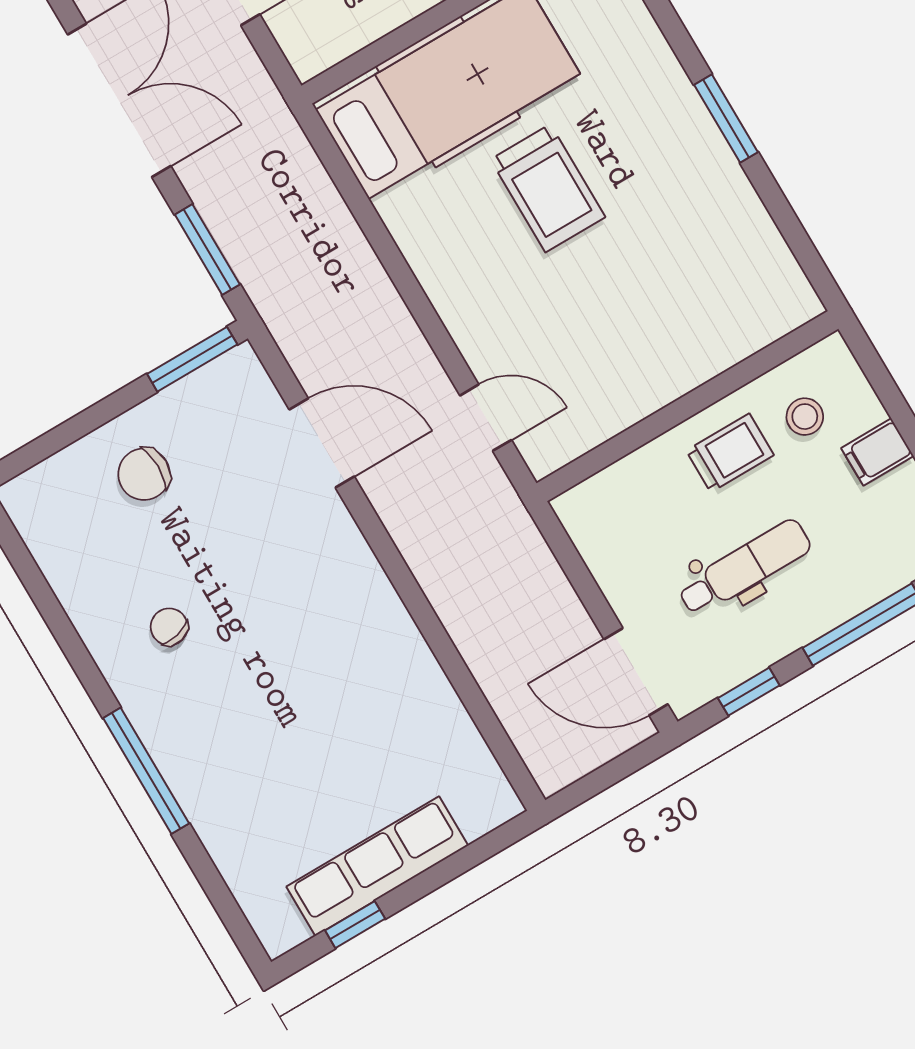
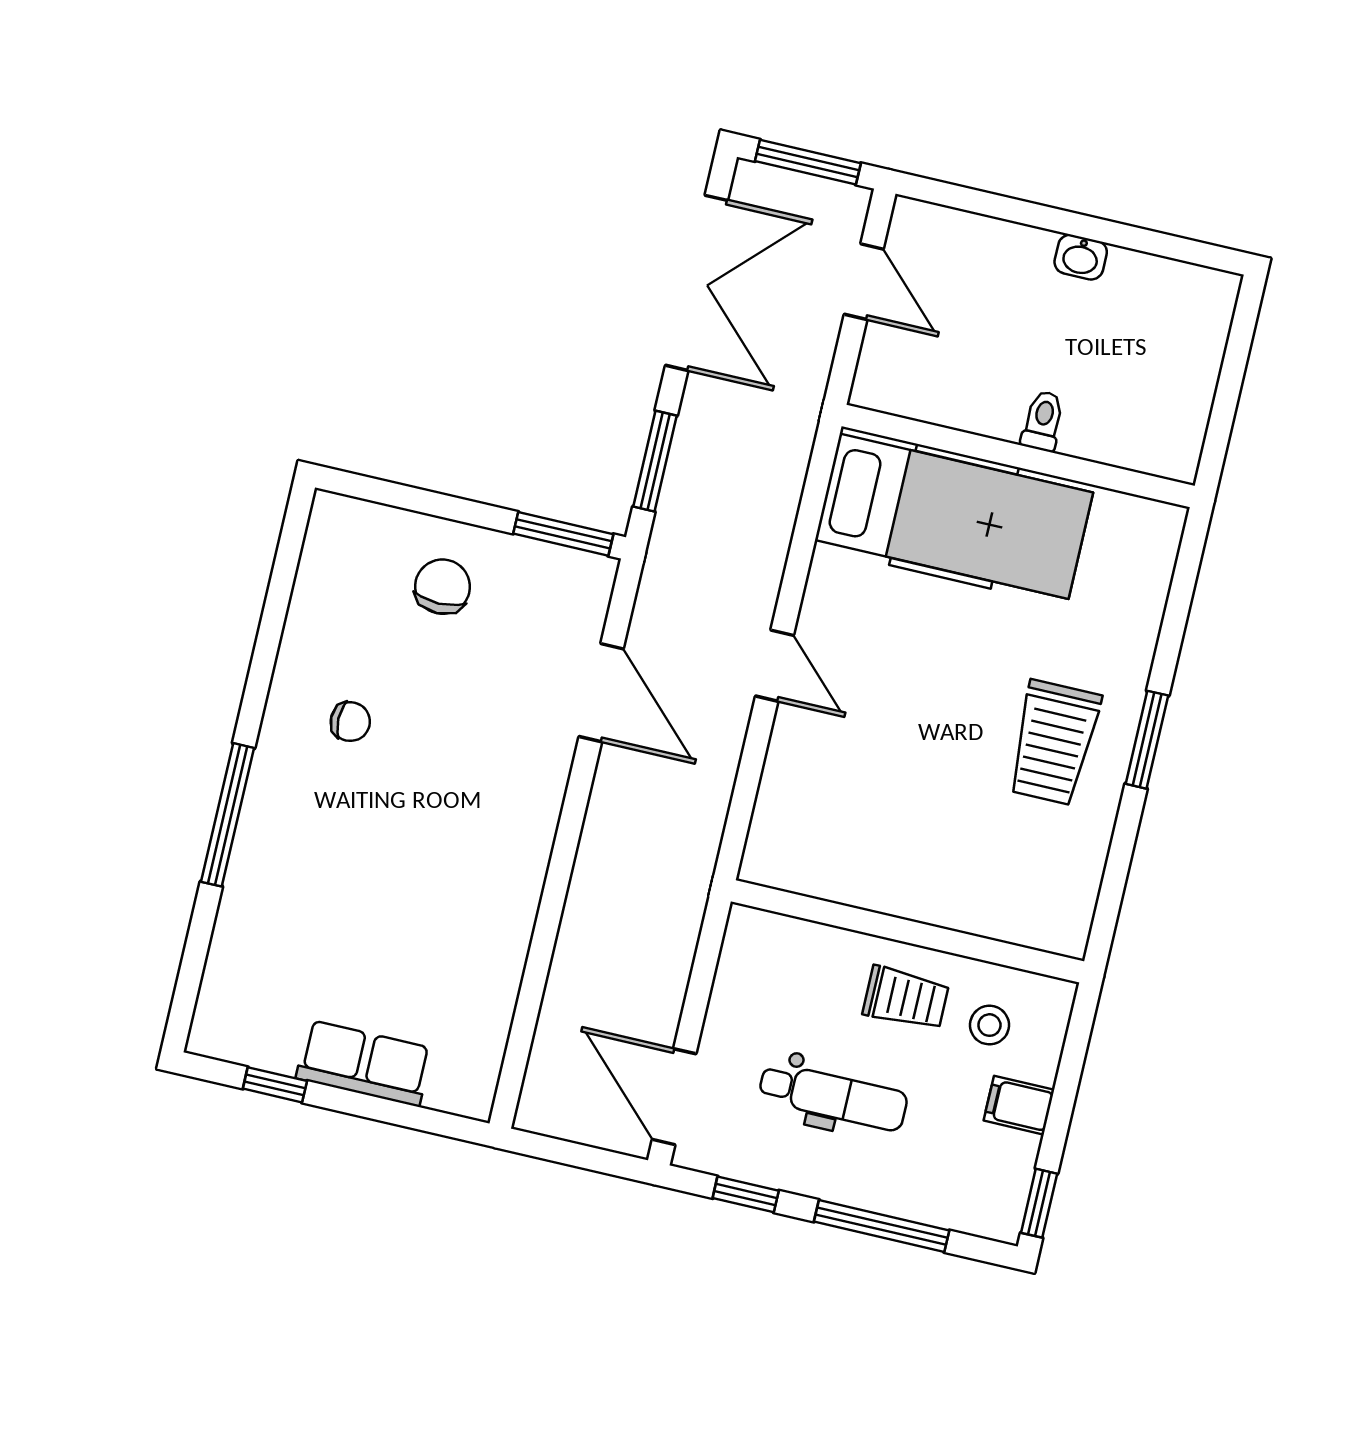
trolley: (548, 188) -> (1054, 743), moved
door: (486, 418) -> (774, 666), moved
chair: (144, 474) -> (443, 587), turned 90
chair: (169, 627) -> (350, 722), turned 104
row of seats: (377, 866) -> (364, 1063), width x0.68

